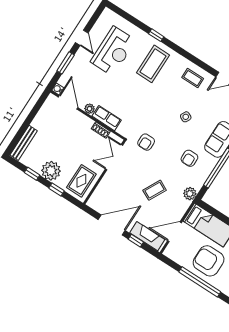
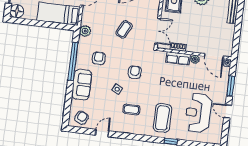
coffee table: (193, 78) -> (131, 109), moved
armchair: (146, 142) -> (135, 72), moved
coffee table: (155, 190) -> (124, 29), moved

